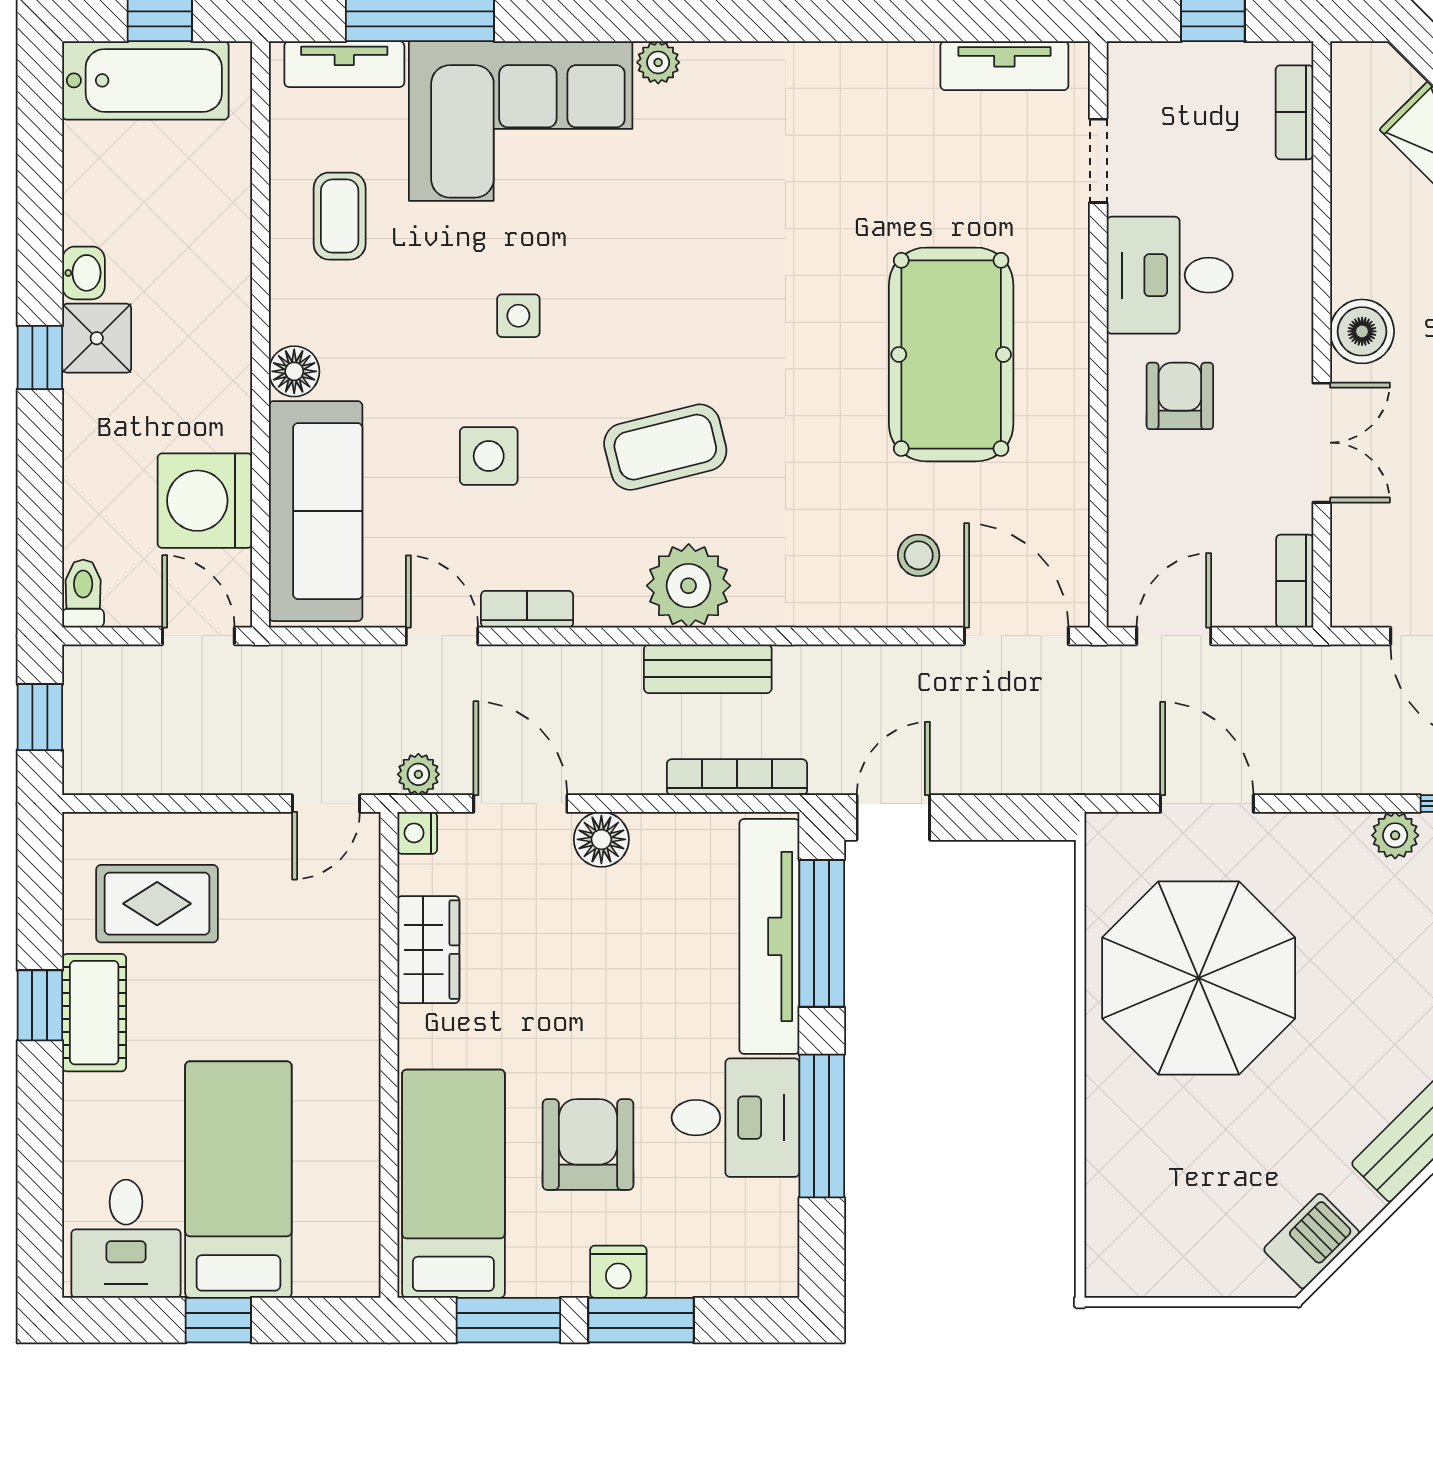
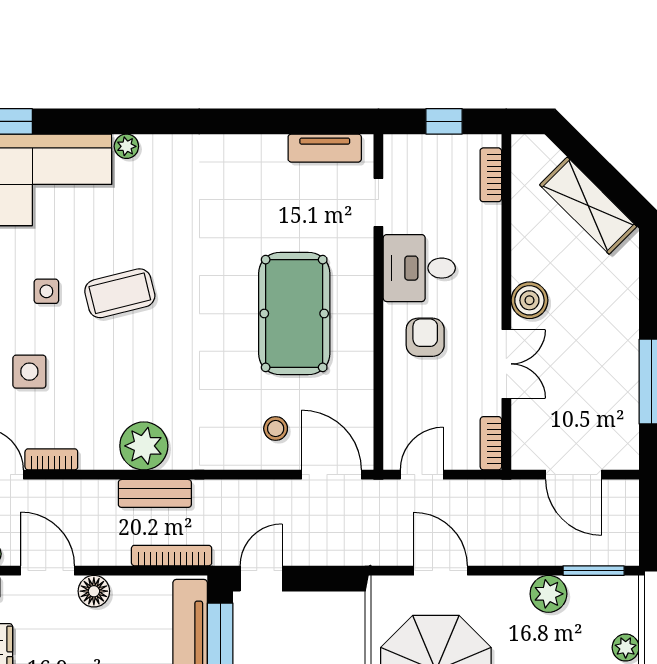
coffee table: (665, 447) -> (120, 293), moved
plant: (1395, 835) -> (548, 594), width x1.38, depth x1.38

